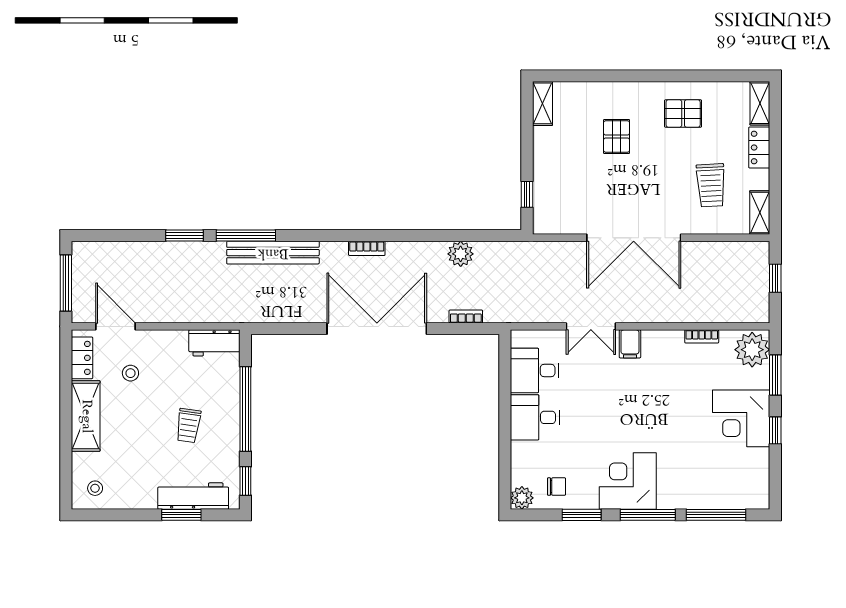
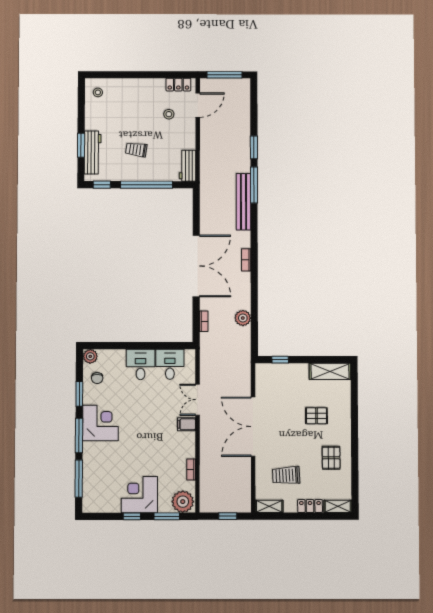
shelving: (542, 103) -> (330, 371), width x1.50, depth x1.33
shelving: (86, 416) -> (142, 87), removed

